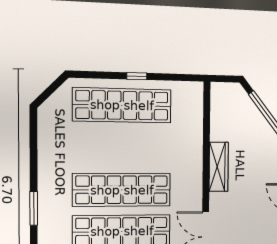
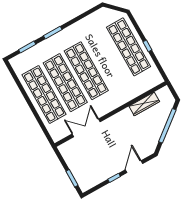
wardrobe: (219, 167) -> (144, 104), moved

